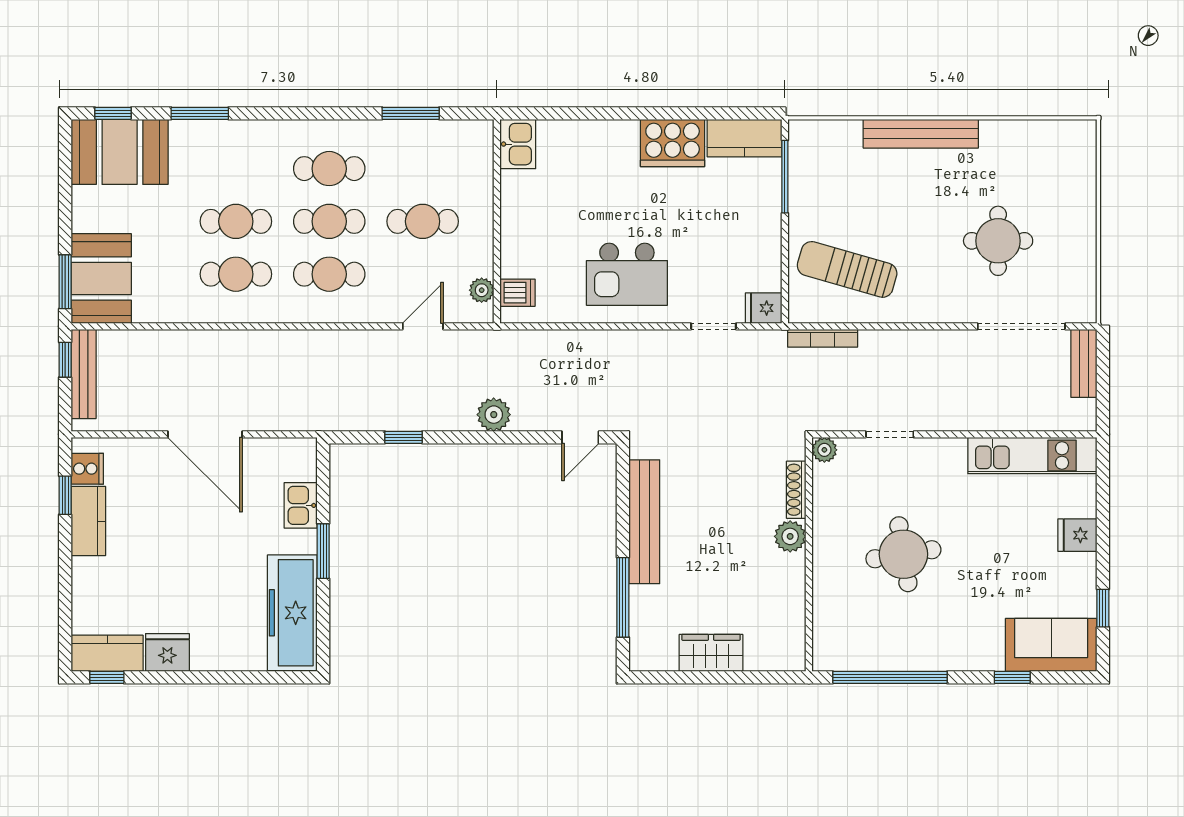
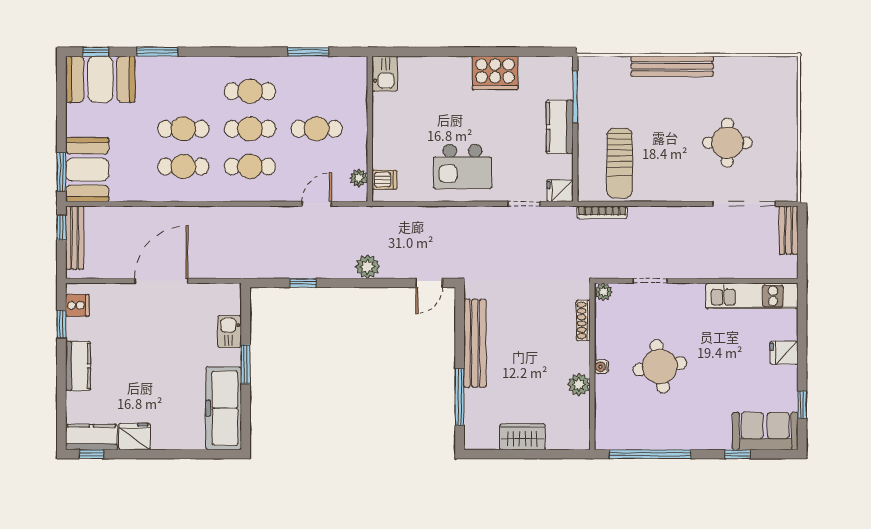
kitchen counter: (744, 138) -> (560, 127), moved, turned 90
sun lounger: (847, 269) -> (620, 163), turned -106
door: (205, 434) -> (161, 281), swing flipped
kitchen counter: (88, 521) -> (78, 366), moved
plant: (790, 536) -> (579, 385), moved
water cooler: (822, 555) -> (602, 367), added

